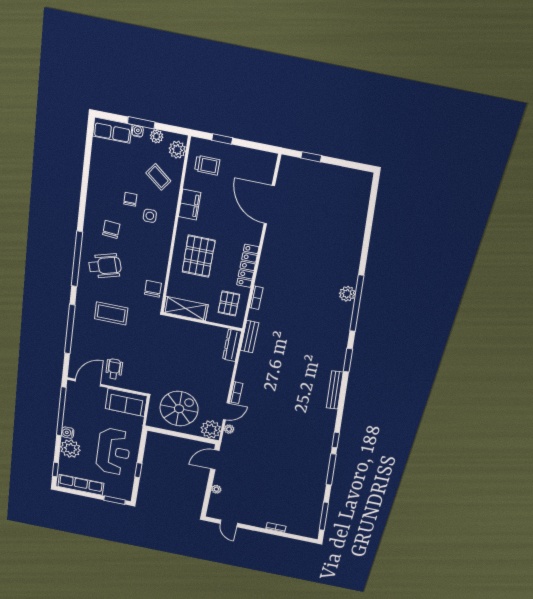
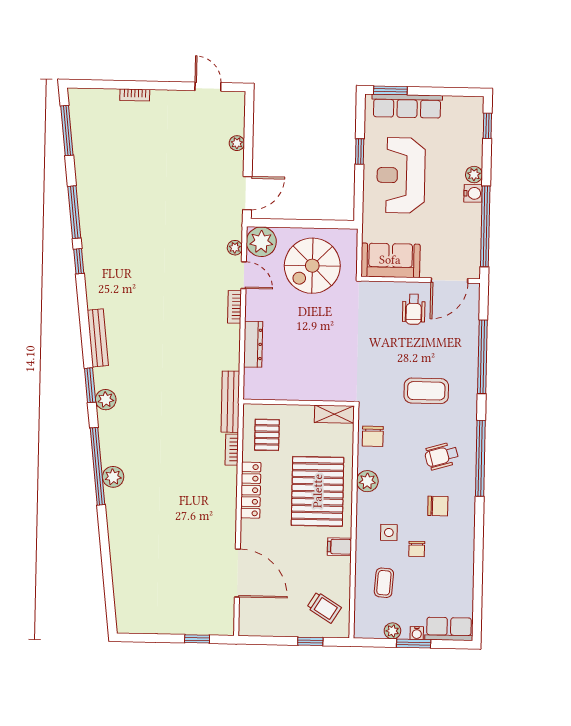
plant: (177, 150) -> (367, 481), moved
trolley: (207, 165) -> (324, 607), turned -148
coffee table: (158, 177) -> (384, 583), turned 57
filing cabinet: (190, 205) -> (339, 547), width x0.50
chair: (111, 229) -> (438, 506), turned -94
pallet: (199, 256) -> (318, 491), width x1.37, depth x1.41
wheelchair: (105, 266) -> (442, 456), width x0.73, depth x0.73
shelving: (186, 309) -> (334, 414), width x0.67, depth x0.75
bench: (250, 337) -> (230, 402), width x1.36
dresser: (232, 345) -> (253, 344), moved
plant: (339, 349) -> (106, 400), added
door: (226, 411) -> (244, 275), swing flipped
plant: (70, 449) -> (474, 175), width x0.53, depth x0.53
row of seats: (81, 485) -> (407, 106), moved

